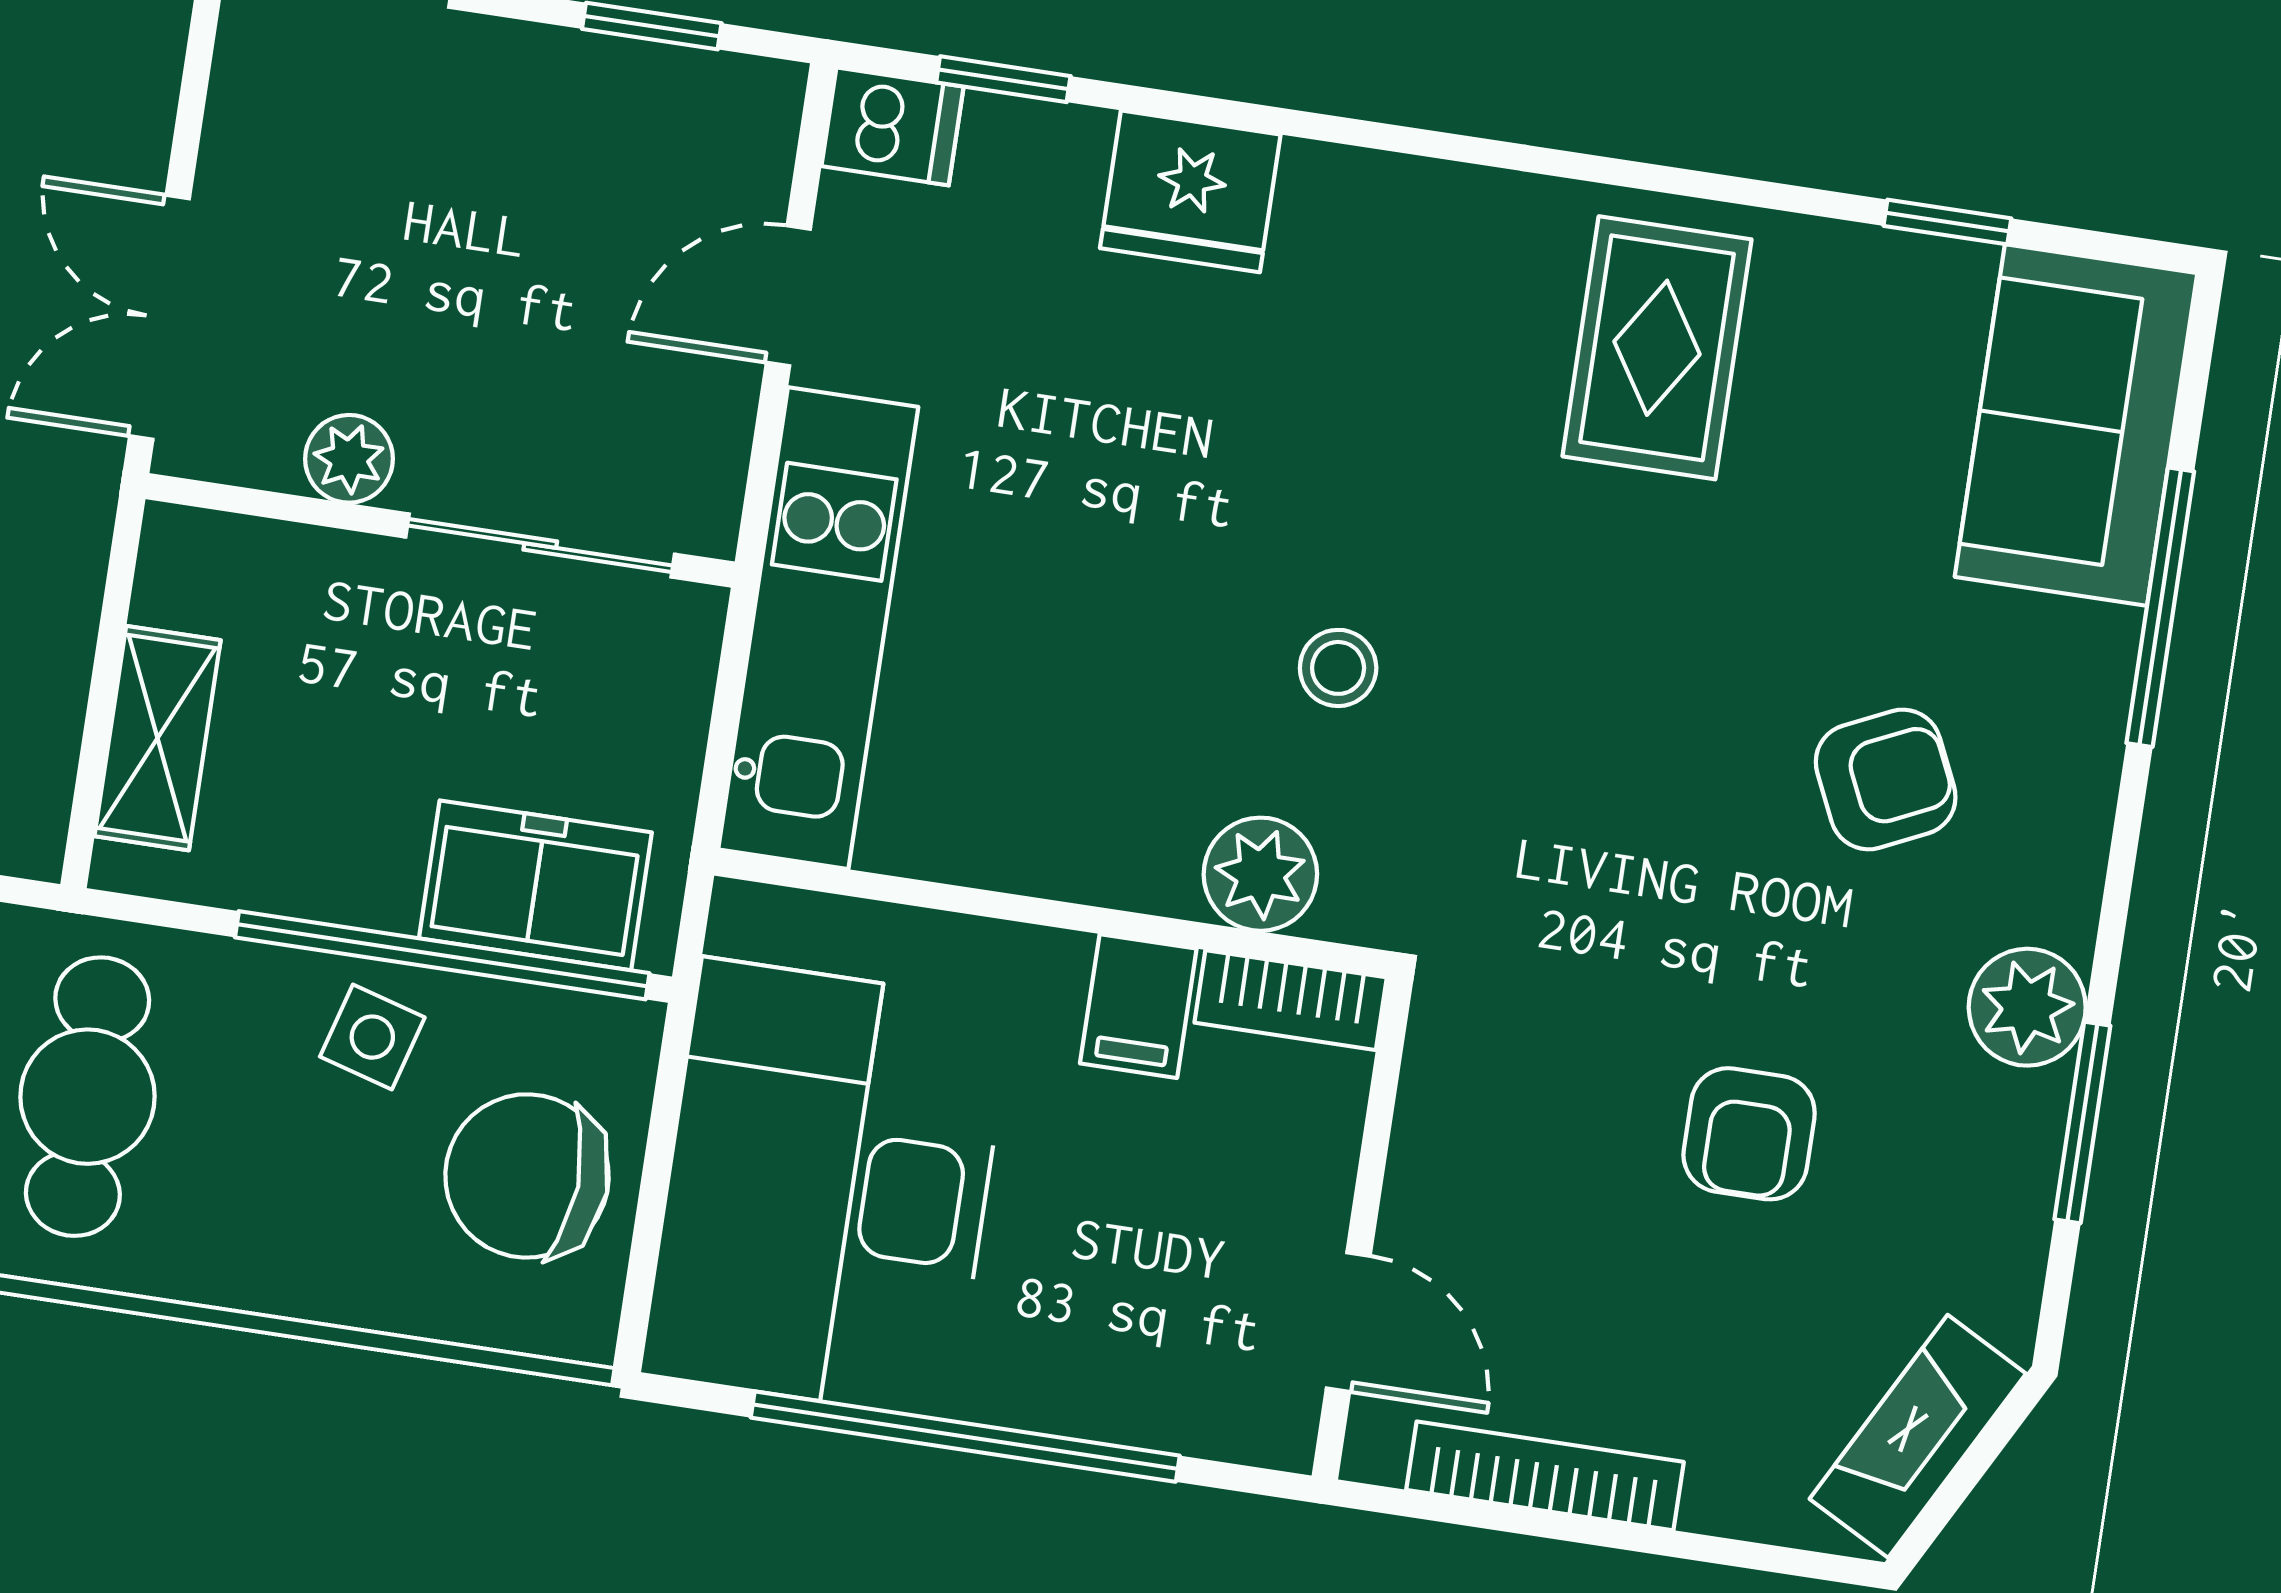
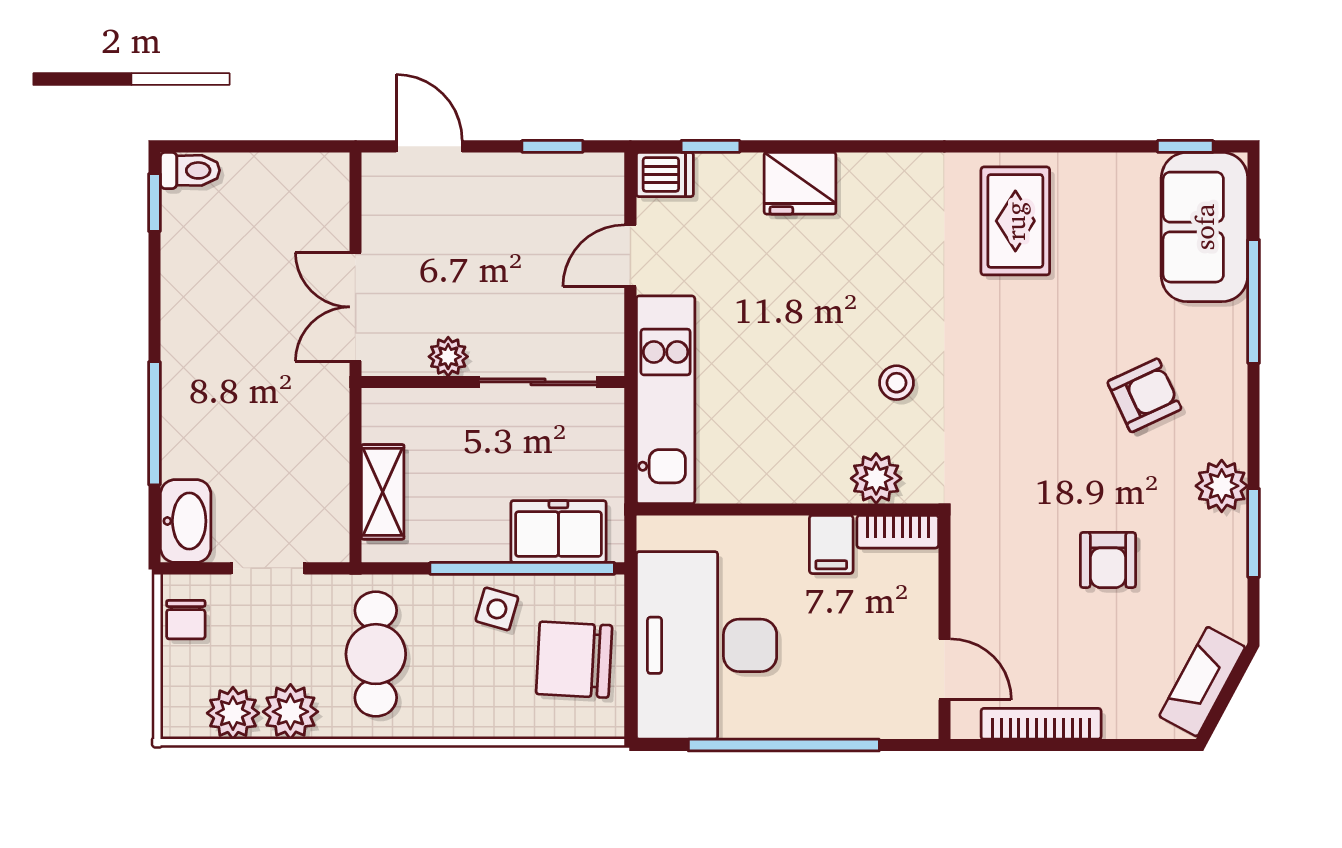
window: (1947, 222) -> (1185, 146), moved

